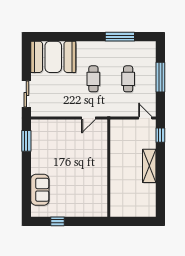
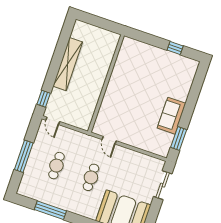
door: (88, 118) -> (109, 140), swing flipped
shelving: (149, 166) -> (68, 64), width x1.47
sofa: (40, 190) -> (171, 116), moved

